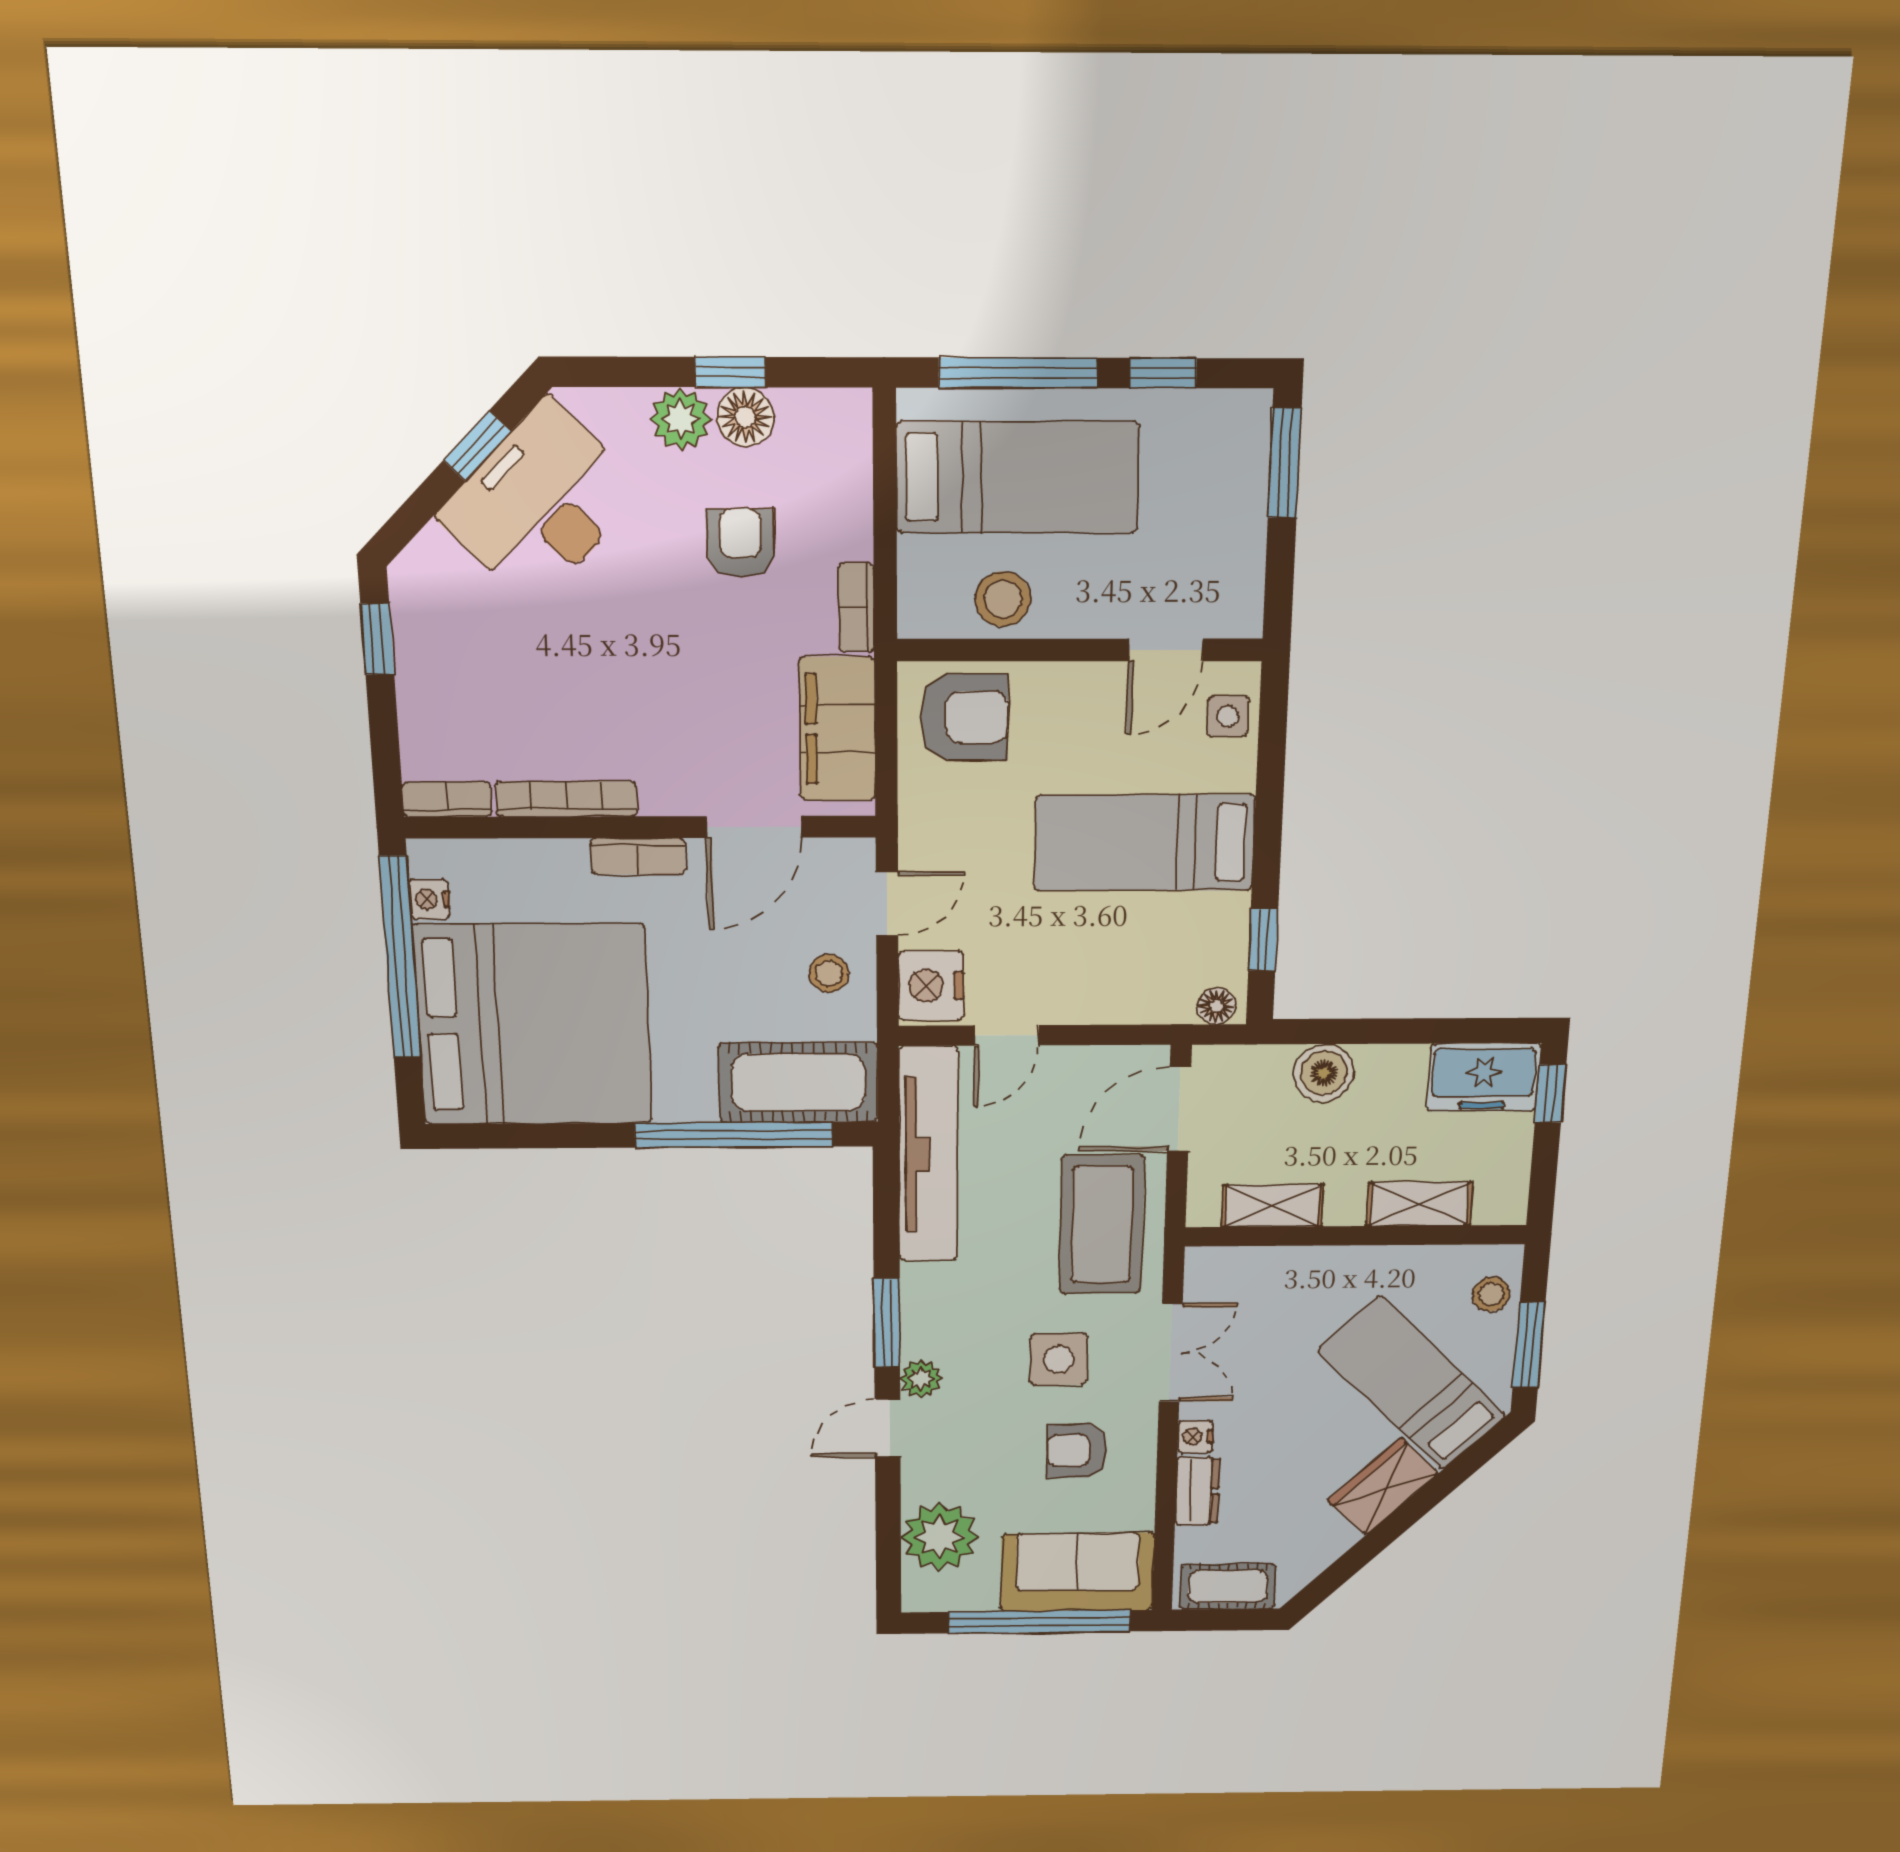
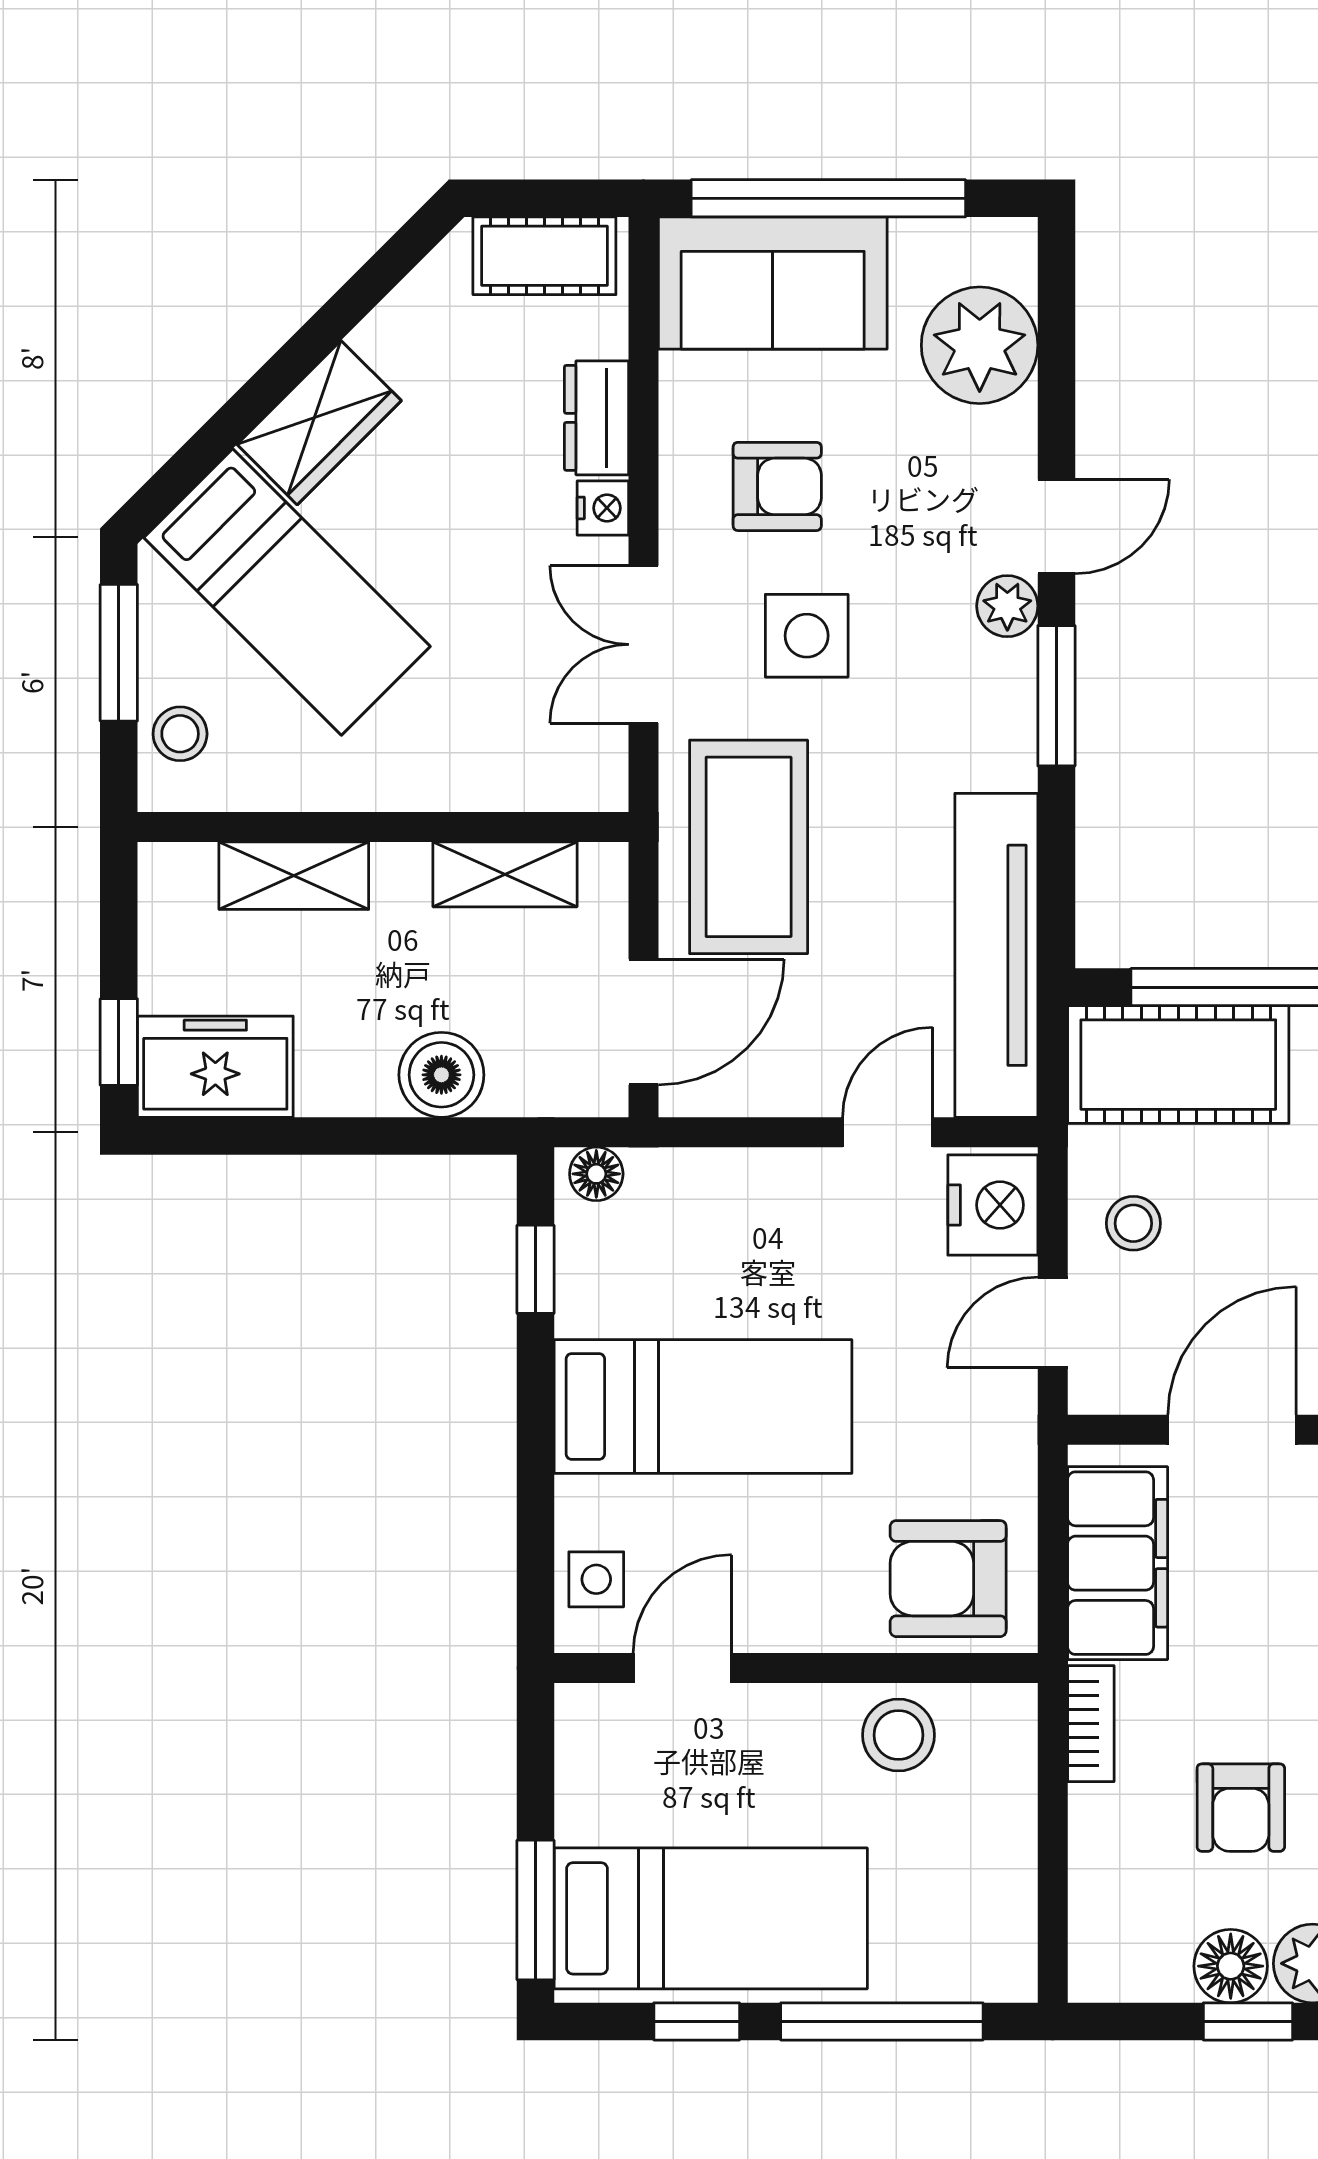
bed: (1017, 477) -> (711, 1918), moved, turned 180

